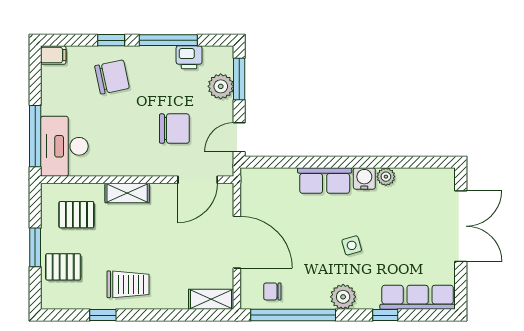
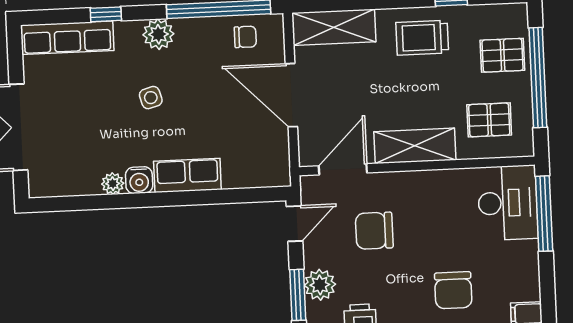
chair: (112, 77) -> (453, 290), turned -78
shelving: (127, 193) -> (415, 146), width x1.50, depth x1.33
window: (35, 247) -> (538, 78), width x2.11
shelving: (211, 299) -> (334, 27), width x1.50, depth x1.33

